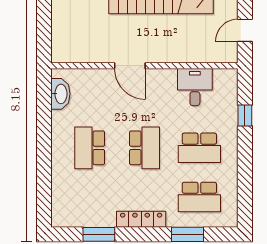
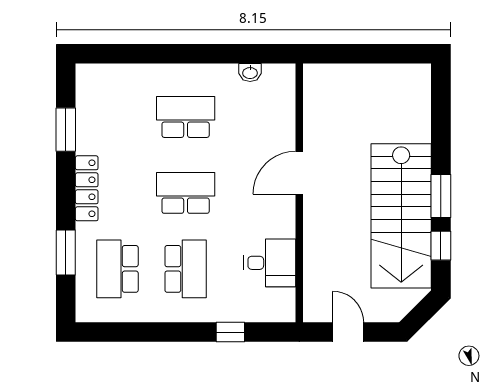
washbasin: (60, 94) -> (250, 72), width x0.52, depth x0.69
school desk: (144, 148) -> (186, 193), turned 180
school desk: (199, 148) -> (186, 269), turned 180

